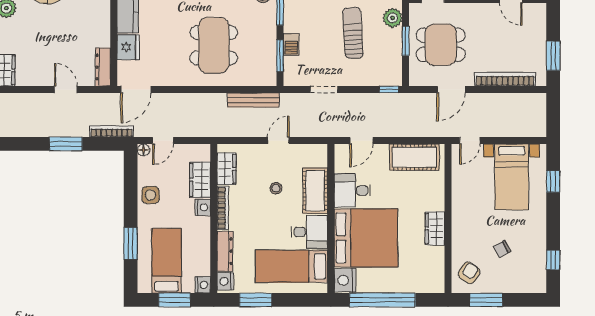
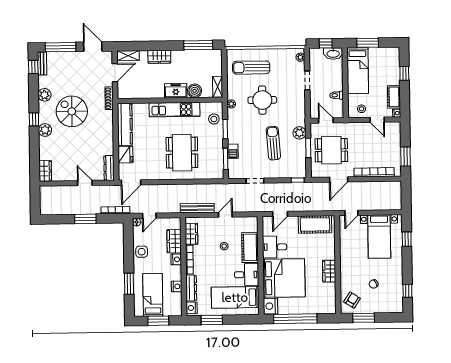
bench: (253, 100) -> (197, 208), moved
nightstand: (203, 285) -> (177, 286), moved

